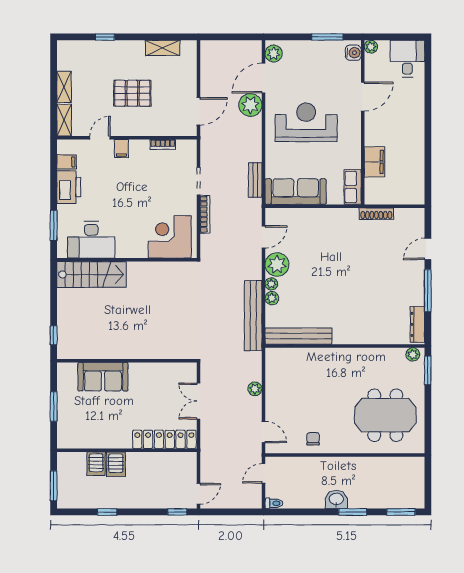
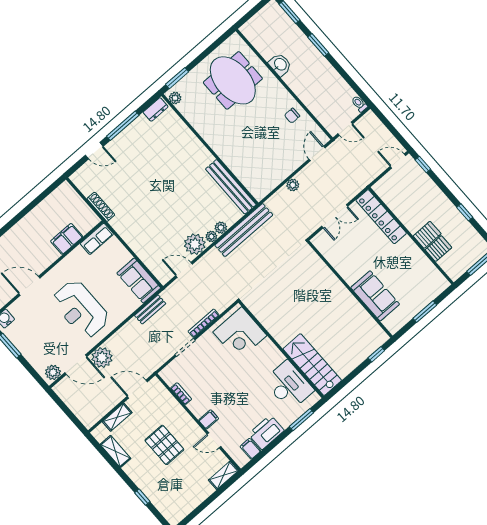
shelving: (64, 87) -> (117, 417), moved
sofa: (296, 192) -> (139, 281), width x0.73
dresser: (417, 324) -> (156, 109), width x0.70
washbasin: (336, 499) -> (280, 65), moved, turned 180

